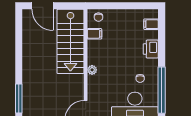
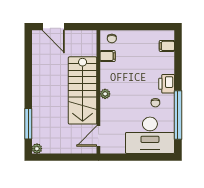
stairs: (70, 41) -> (83, 90), moved
printer: (151, 49) -> (167, 84), moved

